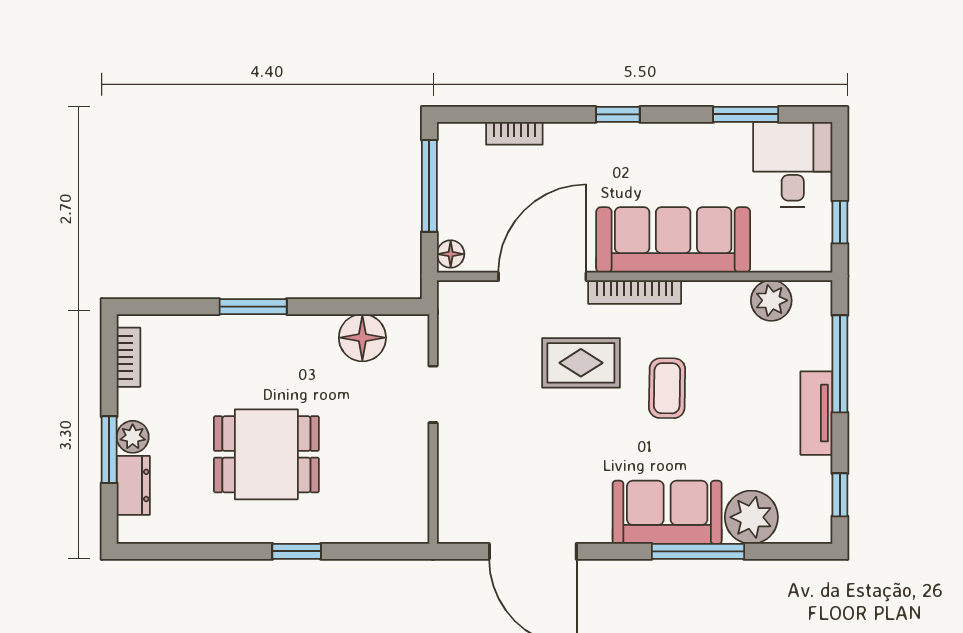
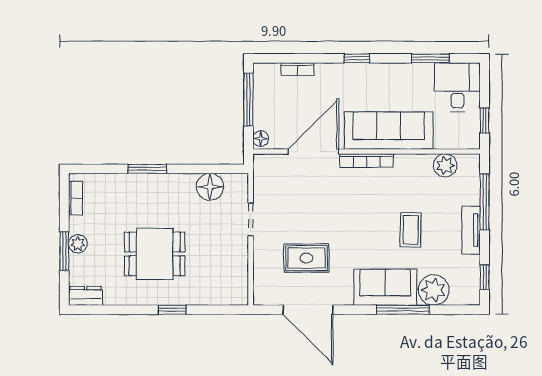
rug: (581, 363) -> (306, 258), moved
coffee table: (667, 388) -> (411, 230), moved
dresser: (133, 485) -> (86, 296), moved, turned -90

